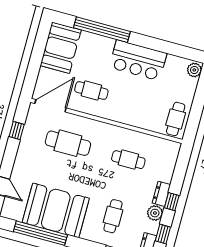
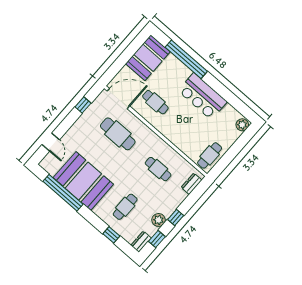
dresser: (161, 194) -> (192, 184), moved

